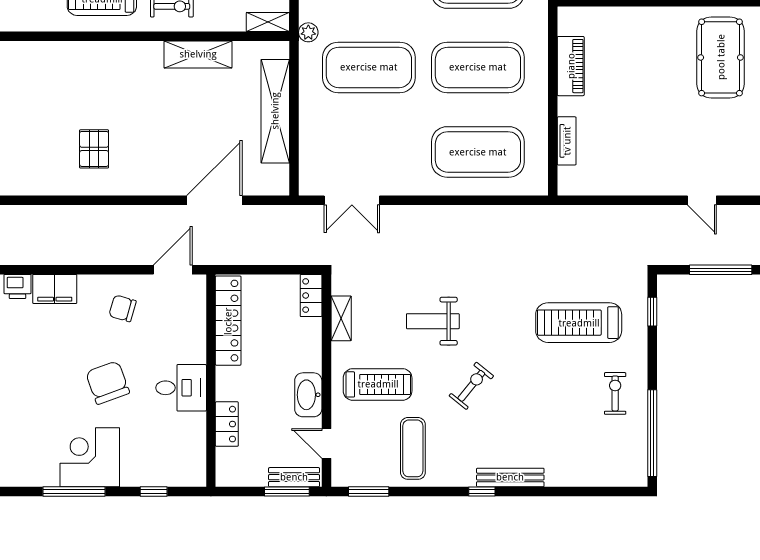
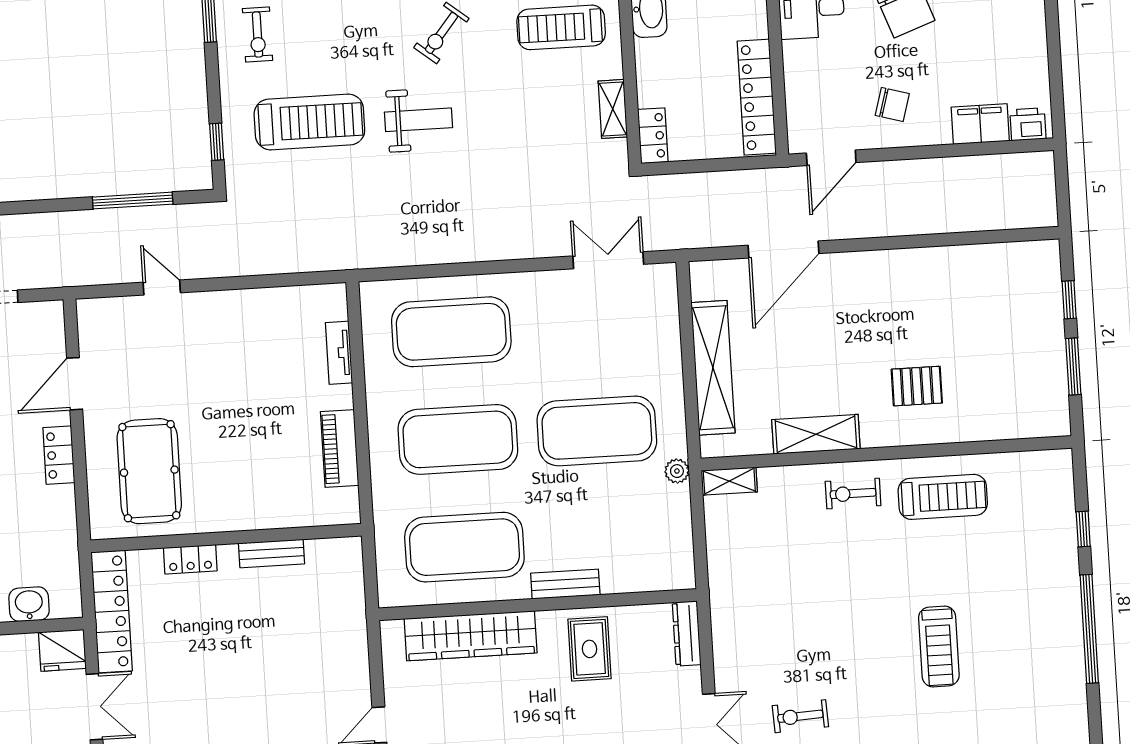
pallet: (94, 149) -> (917, 386), moved, turned 90
weight bench: (433, 321) -> (418, 120), moved

